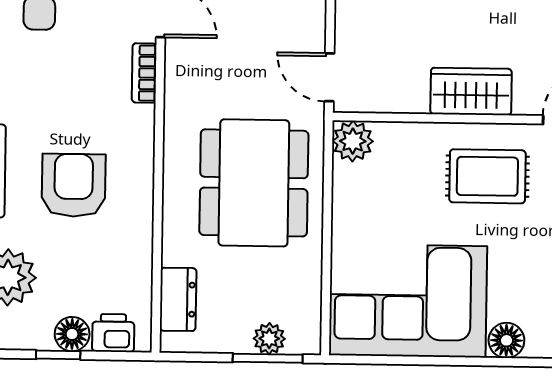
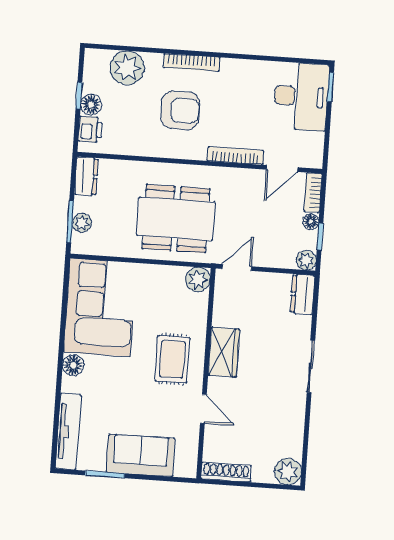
bookcase: (144, 73) -> (235, 156), width x1.56
dresser: (178, 299) -> (86, 176), moved, turned -90

